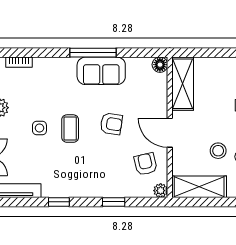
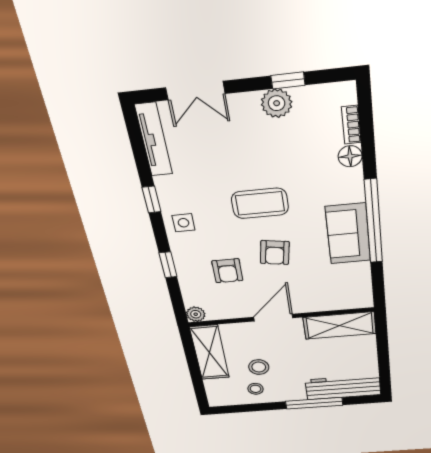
window: (93, 53) -> (373, 222), width x1.46
floor lamp: (160, 65) -> (350, 156), moved
side table: (39, 128) -> (183, 223), moved
coffee table: (70, 129) -> (260, 203), width x1.36, depth x1.30
armchair: (146, 164) -> (227, 271), moved, turned 103

